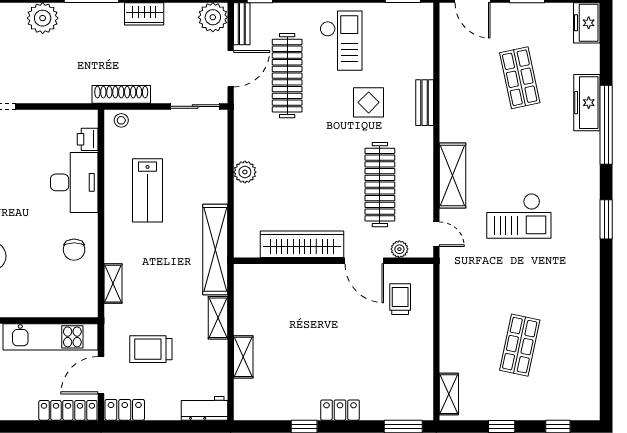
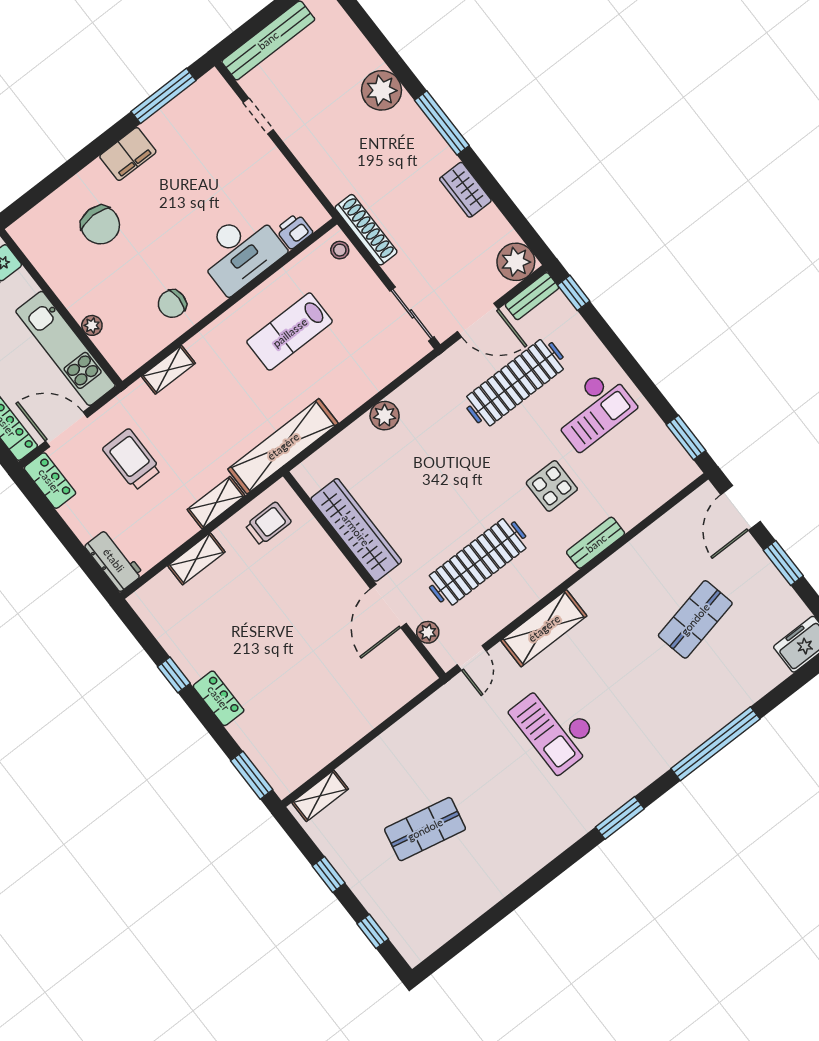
freezer: (587, 103) -> (723, 707), removed
trolley: (400, 299) -> (268, 524), moved
plant: (49, 310) -> (92, 325), added

